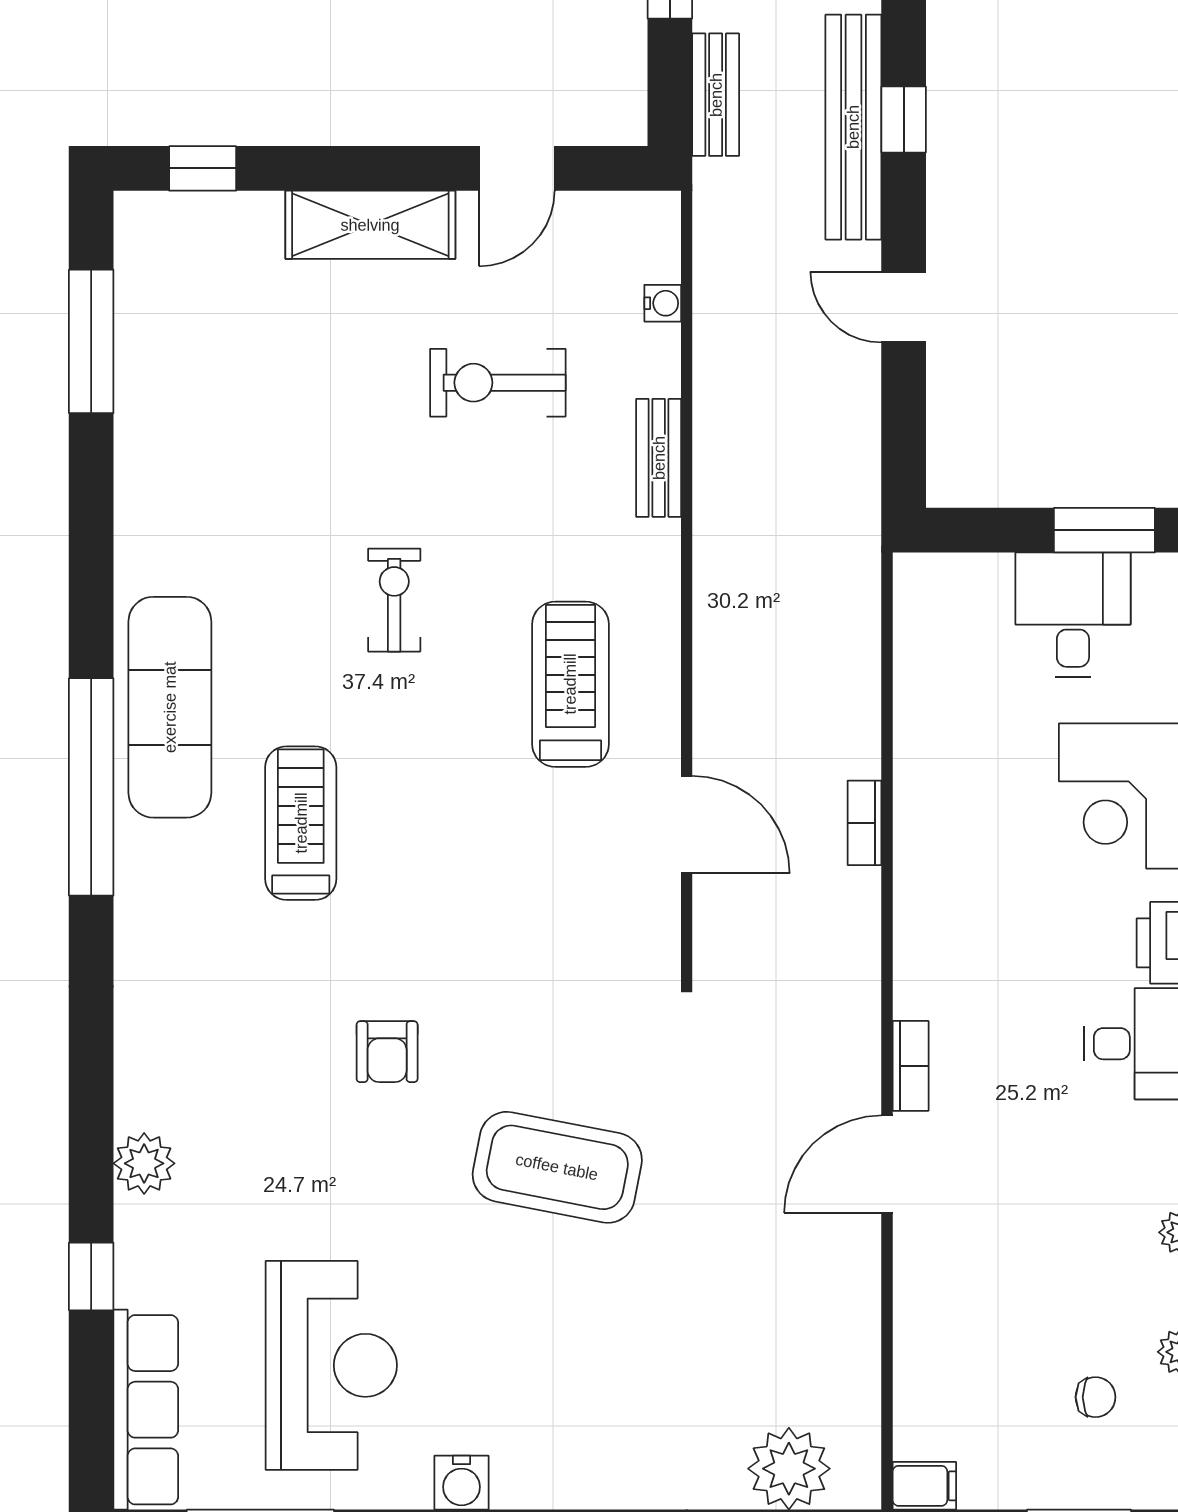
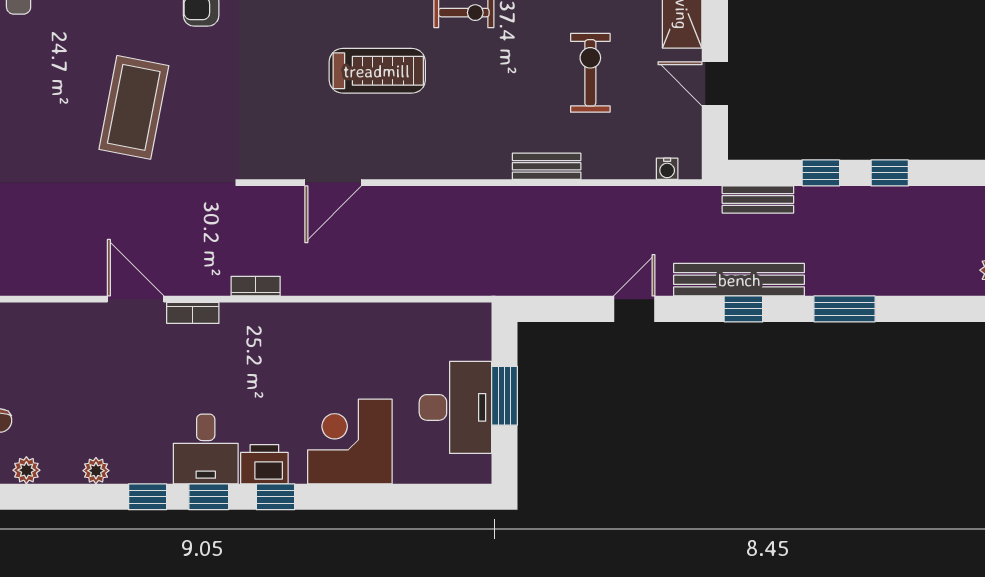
water cooler: (663, 303) -> (667, 169), moved
window: (1104, 530) -> (504, 396), moved
desk: (1073, 615) -> (455, 407), width x1.37
treadmill: (570, 684) -> (377, 71), moved
bookcase: (865, 823) -> (256, 286), moved

